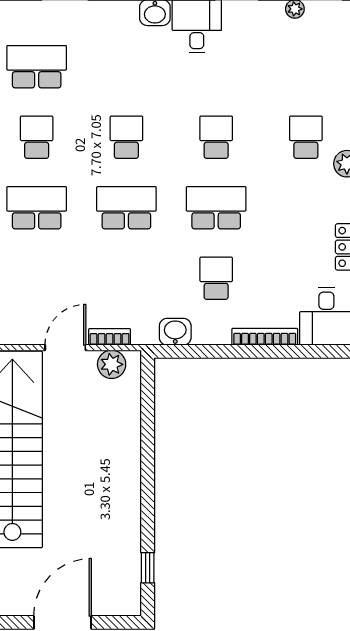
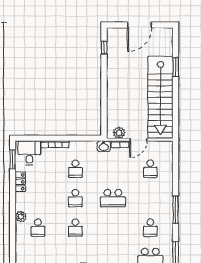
school desk: (126, 137) -> (113, 228), removed
school desk: (37, 208) -> (150, 169), moved, width x0.54
school desk: (216, 208) -> (75, 198), width x0.54
washbasin: (175, 332) -> (104, 146), moved

